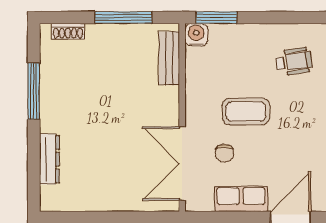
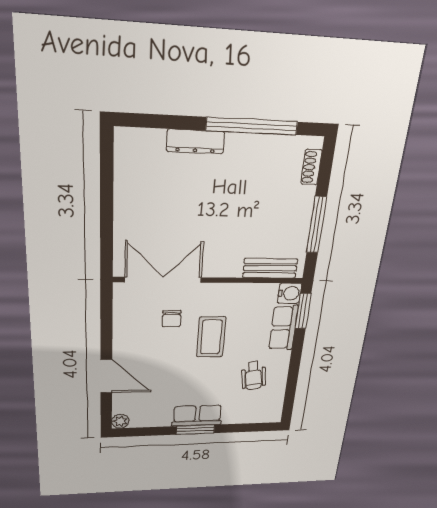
window: (34, 91) -> (252, 126), width x1.46
chair: (224, 153) -> (172, 319), turned -90
dresser: (49, 159) -> (195, 142), moved
row of seats: (241, 199) -> (283, 328), moved, turned 180

